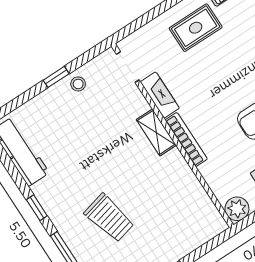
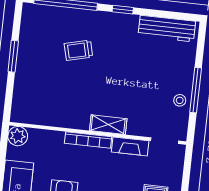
window: (56, 77) -> (196, 90), width x2.17
trolley: (109, 218) -> (78, 50), width x0.73, depth x0.72

